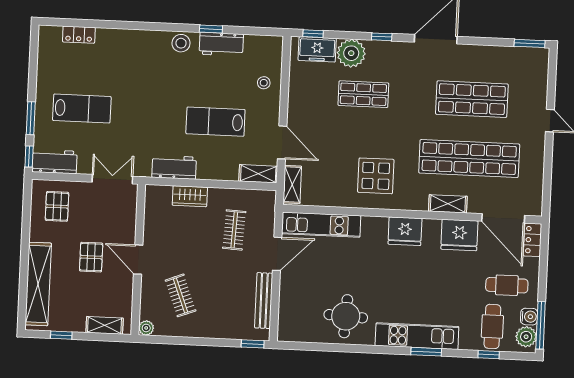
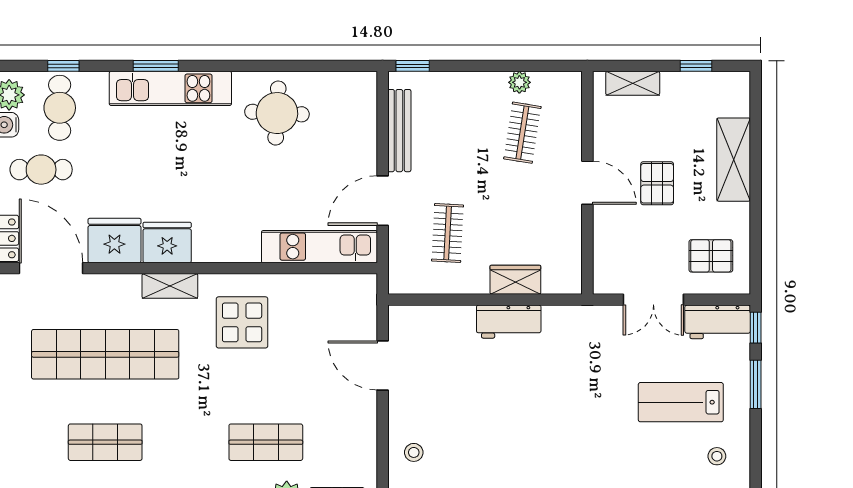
stool: (59, 71) -> (717, 456), added
shop shelf: (472, 99) -> (105, 442), width x0.70, depth x0.74
lab bench: (215, 122) -> (482, 392), removed
workbench: (174, 167) -> (509, 322), moved
shelving: (258, 174) -> (416, 318), removed
double door: (112, 179) -> (653, 300), moved
shelving: (292, 184) -> (365, 304), removed
shelving: (448, 204) -> (170, 286), moved
pallet: (57, 206) -> (711, 256), turned 90
fridge: (405, 231) -> (167, 243), moved
shelving: (38, 284) -> (734, 160), width x0.68
clothes rail: (181, 295) -> (522, 133), turned 30
plant: (146, 328) -> (519, 82), moved

